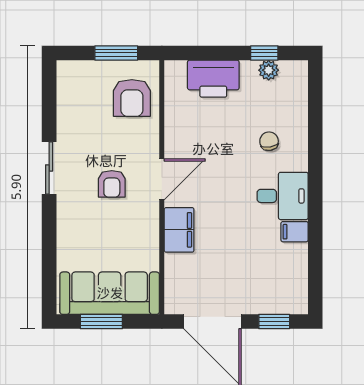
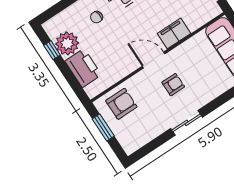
plant: (269, 70) -> (67, 43), width x1.87, depth x1.87

